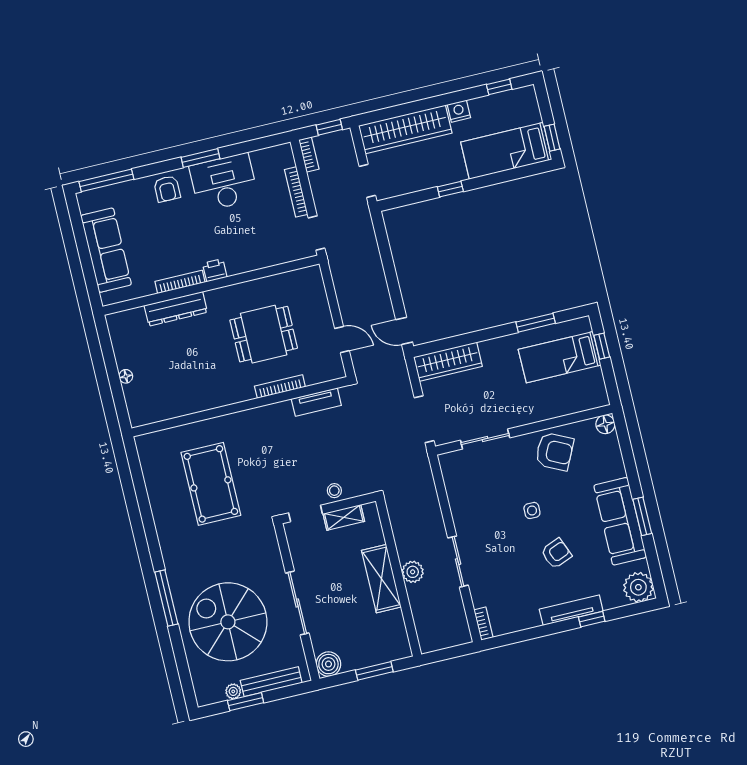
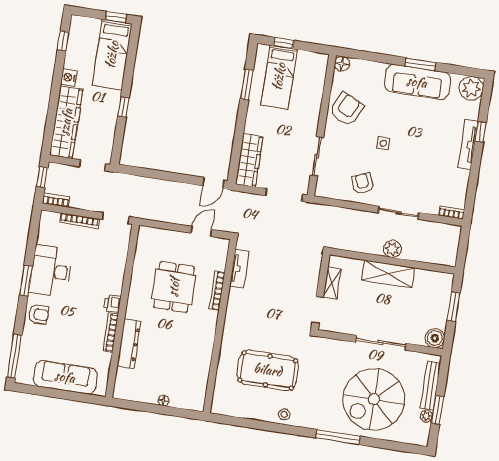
stool: (334, 491) -> (284, 414), moved
armchair: (556, 553) -> (363, 184), moved

